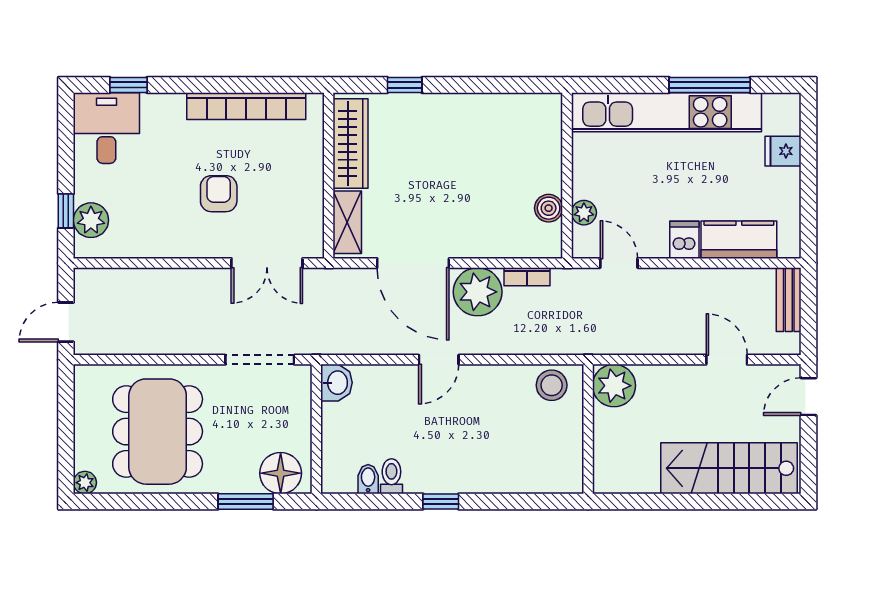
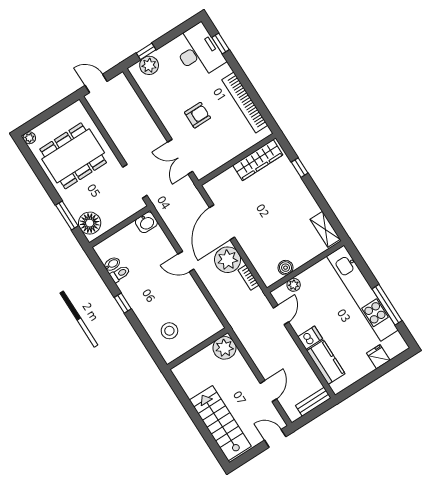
desk: (106, 128) -> (198, 51), width x1.37
shelving: (347, 222) -> (325, 229), moved, turned 90
stool: (552, 385) -> (169, 331), moved

